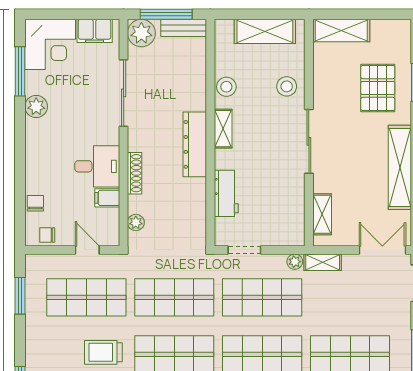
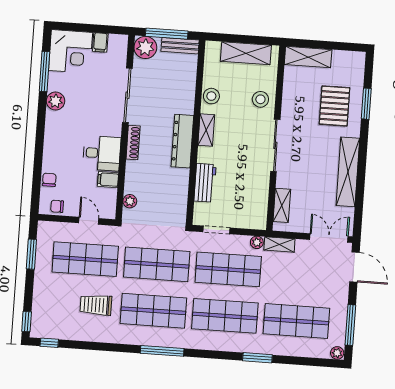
filing cabinet: (95, 31) -> (100, 42), width x0.50
shoe rack: (135, 173) -> (133, 142), moved

